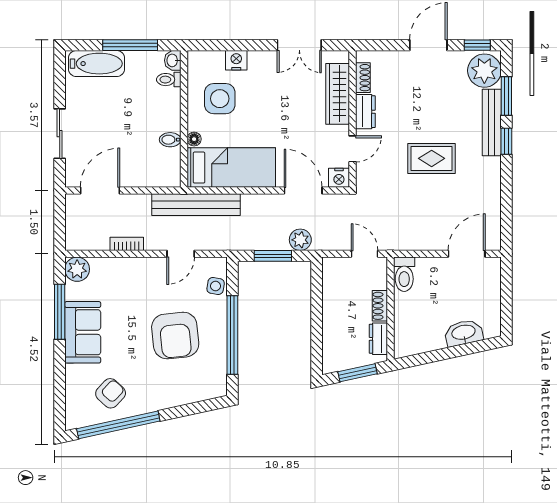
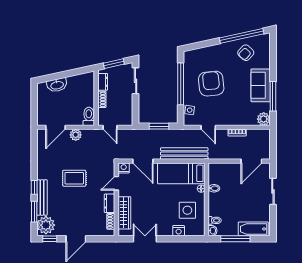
bench: (196, 205) -> (184, 154), moved
plant: (300, 240) -> (76, 135), moved
door: (181, 254) -> (208, 127), swing flipped
sliding door: (317, 341) -> (136, 81), added

